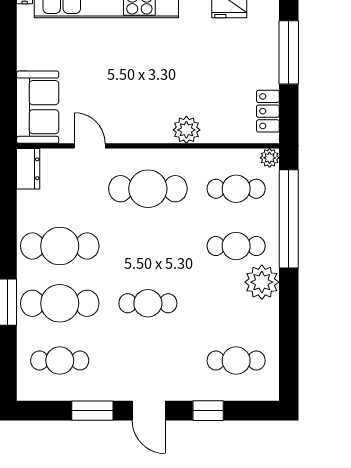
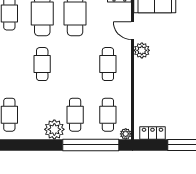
plant: (186, 130) -> (142, 50), moved
door: (90, 146) -> (133, 31), swing flipped
cafe table: (148, 189) -> (108, 64), width x0.73, depth x0.74

